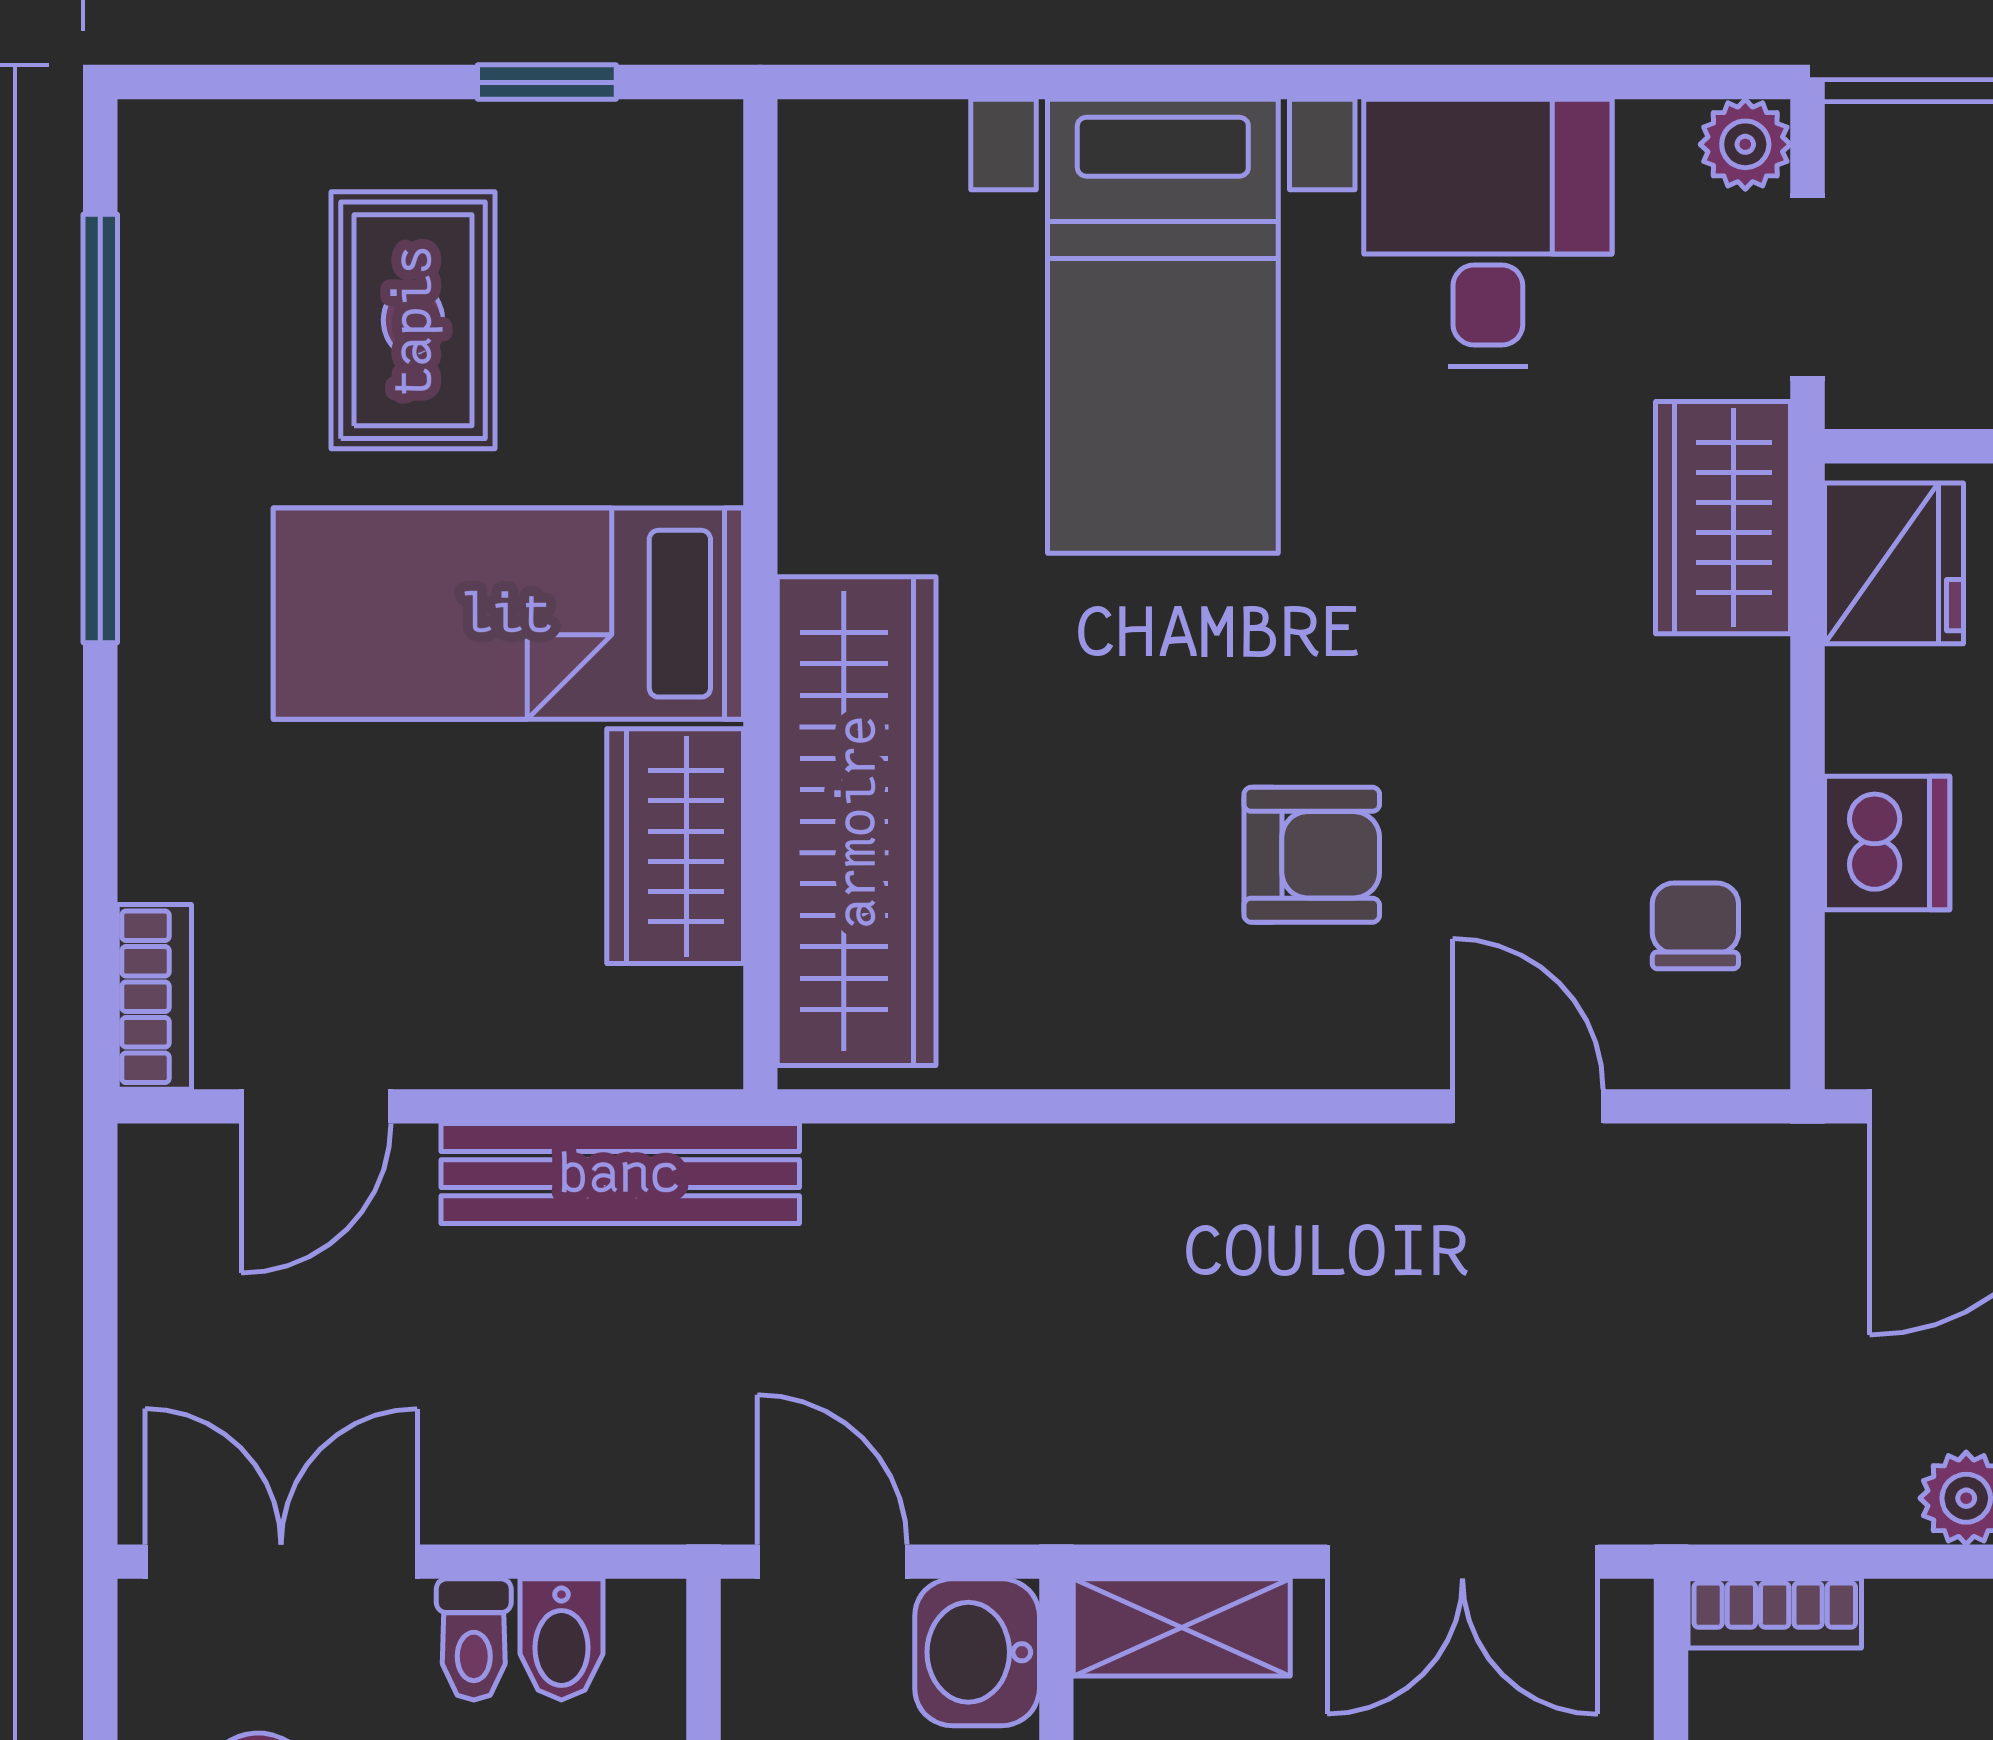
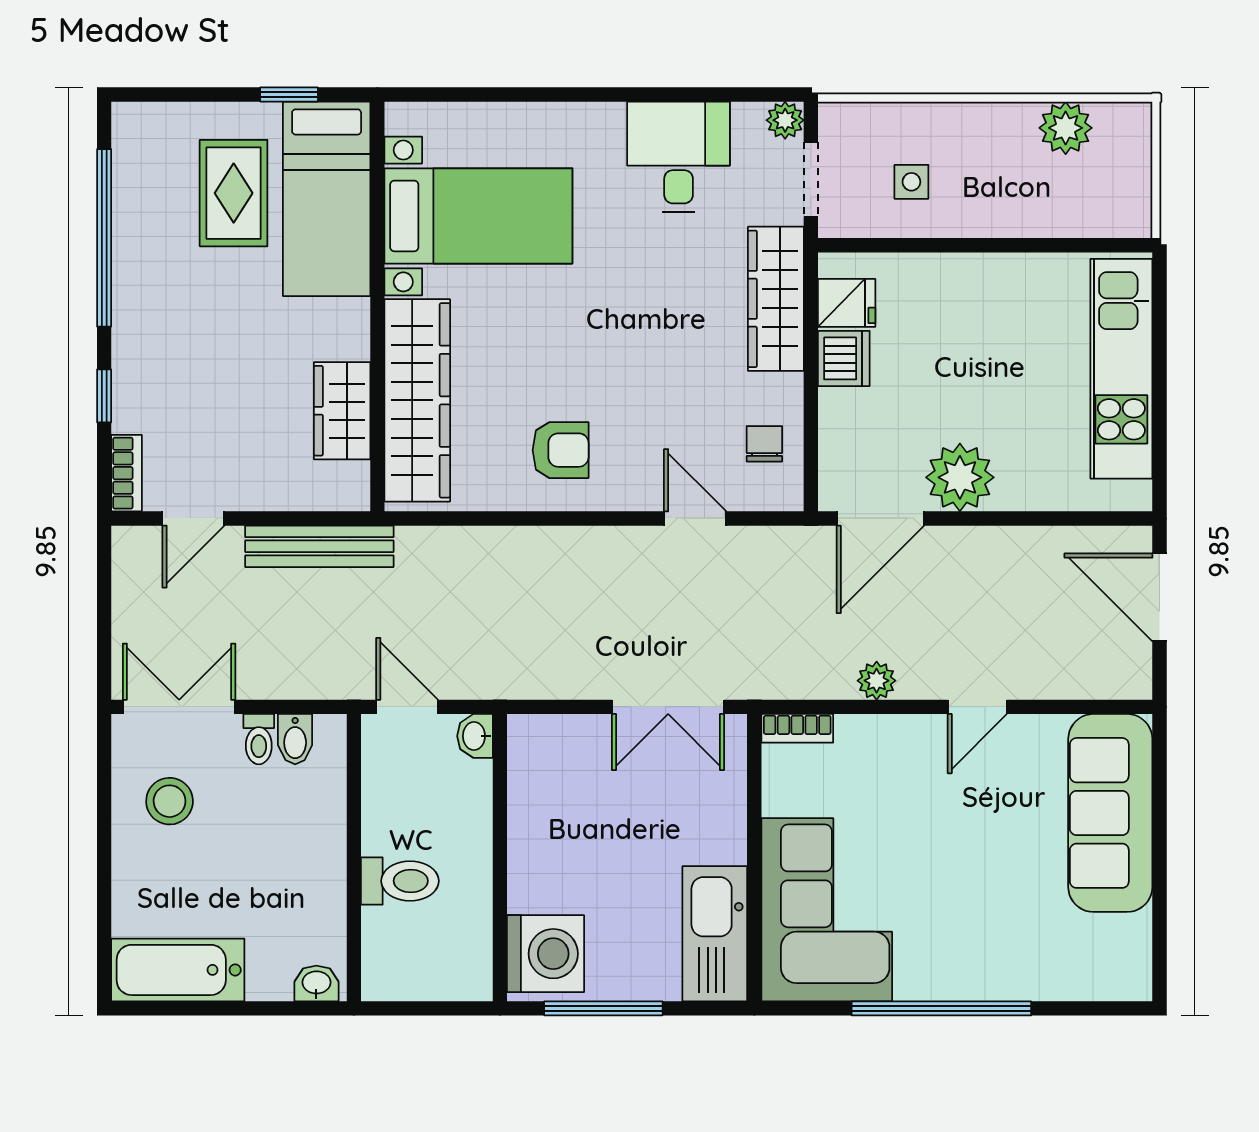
bed with nightstands: (1163, 326) -> (478, 216), moved, turned -90
wardrobe: (1723, 518) -> (776, 299), width x1.50
fridge: (1894, 563) -> (847, 303), width x0.72
bed: (508, 614) -> (327, 199), moved, turned -90
window: (100, 810) -> (104, 396), added
dishwasher: (1887, 843) -> (844, 358), moved
armchair: (1312, 855) -> (561, 450), moved
shelving: (1182, 1627) -> (552, 734), removed
washbasin: (977, 1652) -> (475, 736), width x0.72, depth x0.69

